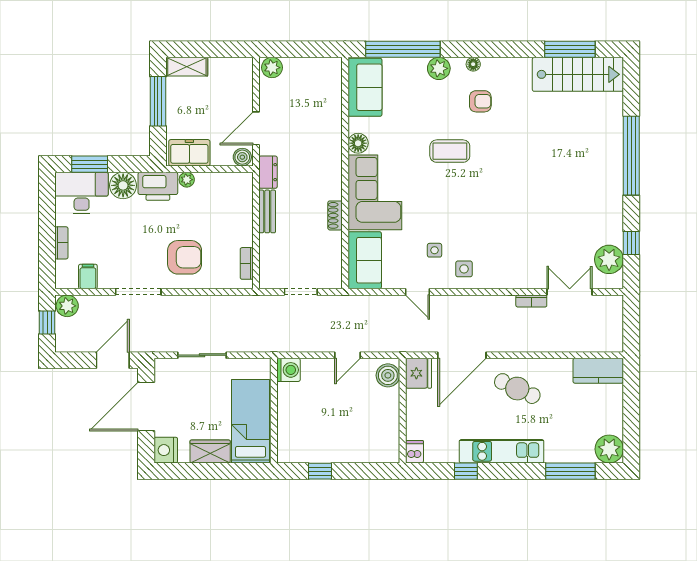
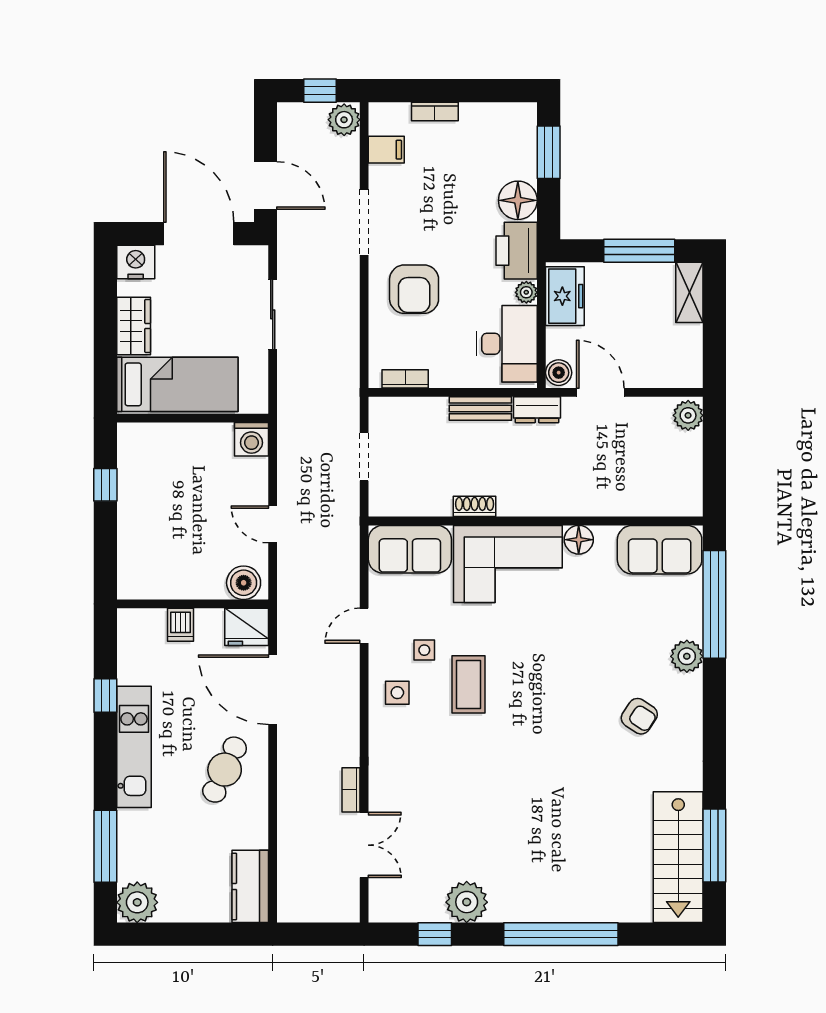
floor lamp: (473, 64) -> (693, 706), removed
armchair: (480, 101) -> (639, 716), turned -57
coffee table: (450, 151) -> (468, 684), moved
desk: (82, 193) -> (507, 344), moved
plant: (609, 259) -> (467, 902), moved
dishwasher: (414, 452) -> (181, 625), moved, turned 90

